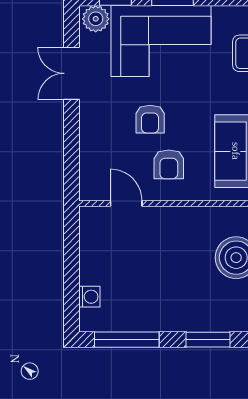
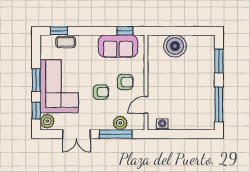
window: (71, 147) -> (116, 134), added
plant: (92, 155) -> (120, 123), added
washing machine: (89, 297) -> (162, 124), moved

